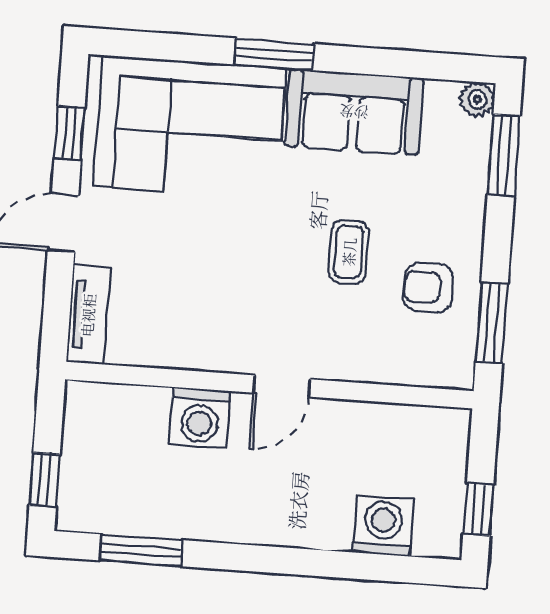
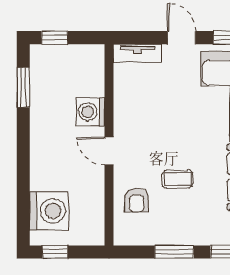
armchair: (428, 288) -> (137, 200), moved, turned 180
window: (492, 323) -> (174, 252), moved
washing machine: (383, 526) -> (49, 211), width x1.37, depth x1.37

